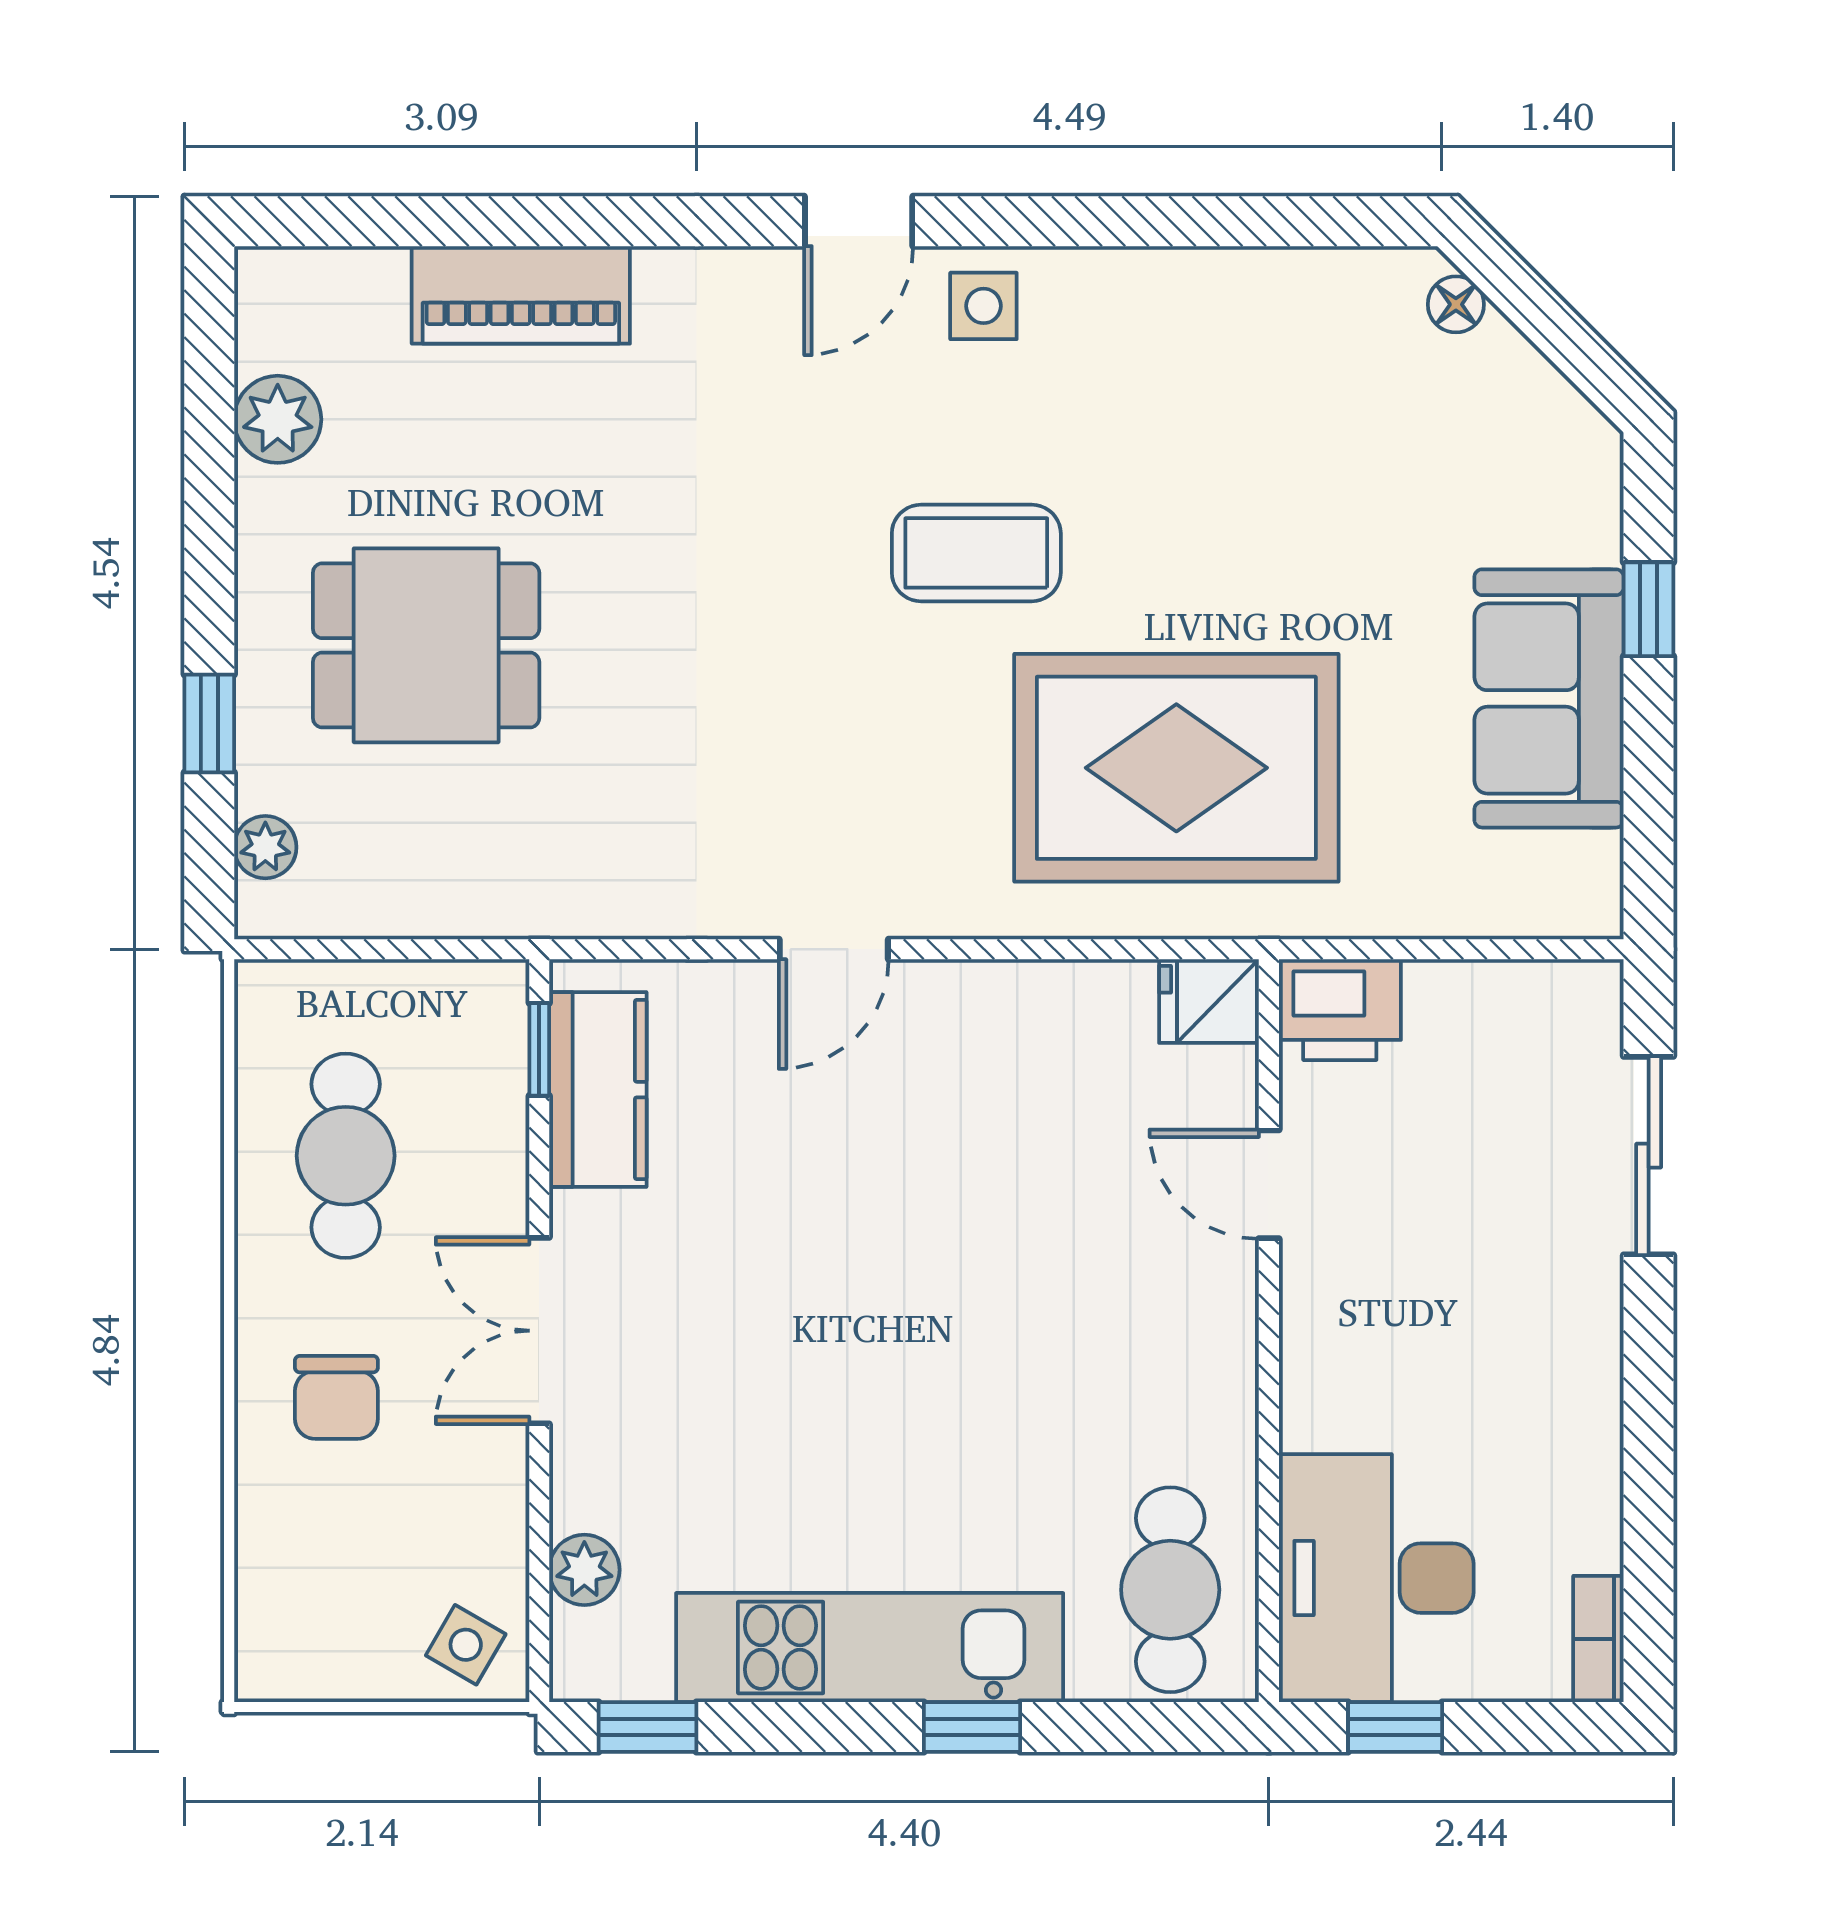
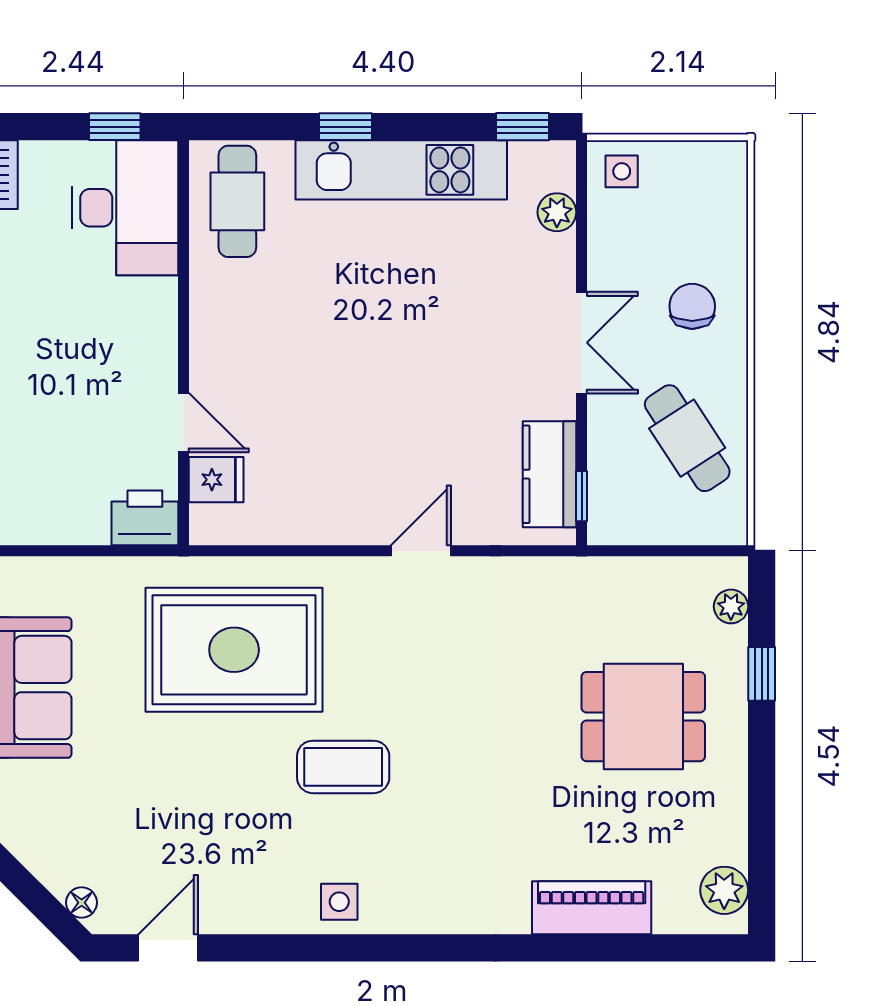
door: (859, 221) -> (168, 948), moved
plant: (278, 419) -> (724, 890), moved
fridge: (1209, 1001) -> (216, 480), moved
cafe table: (346, 1156) -> (687, 438), turned -33
side table: (466, 1645) -> (622, 171), turned -30

